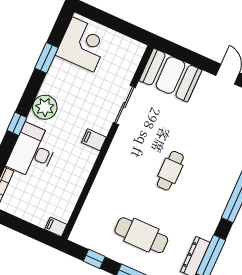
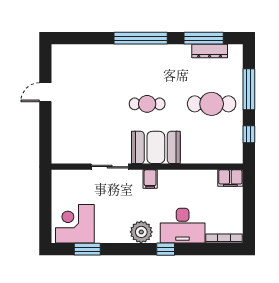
window: (47, 58) -> (87, 249), moved
booth: (170, 75) -> (156, 147), moved, turned 90
filing cabinet: (56, 227) -> (230, 178), width x2.00
cafe table: (141, 235) -> (212, 104), turned 90

